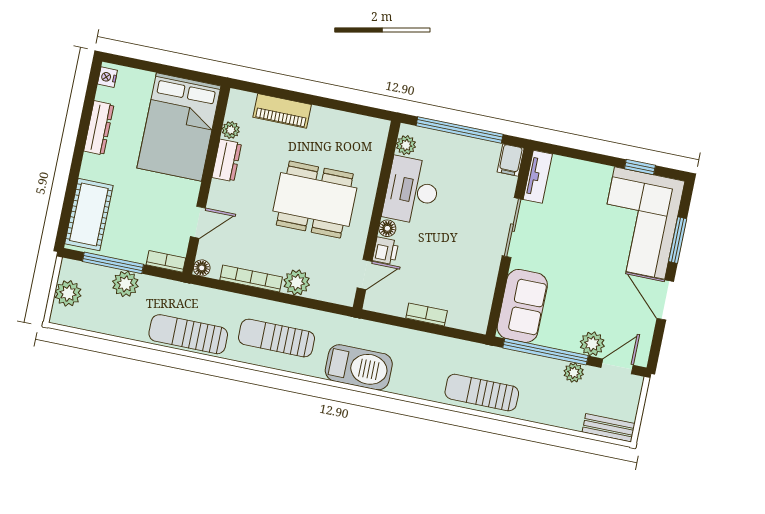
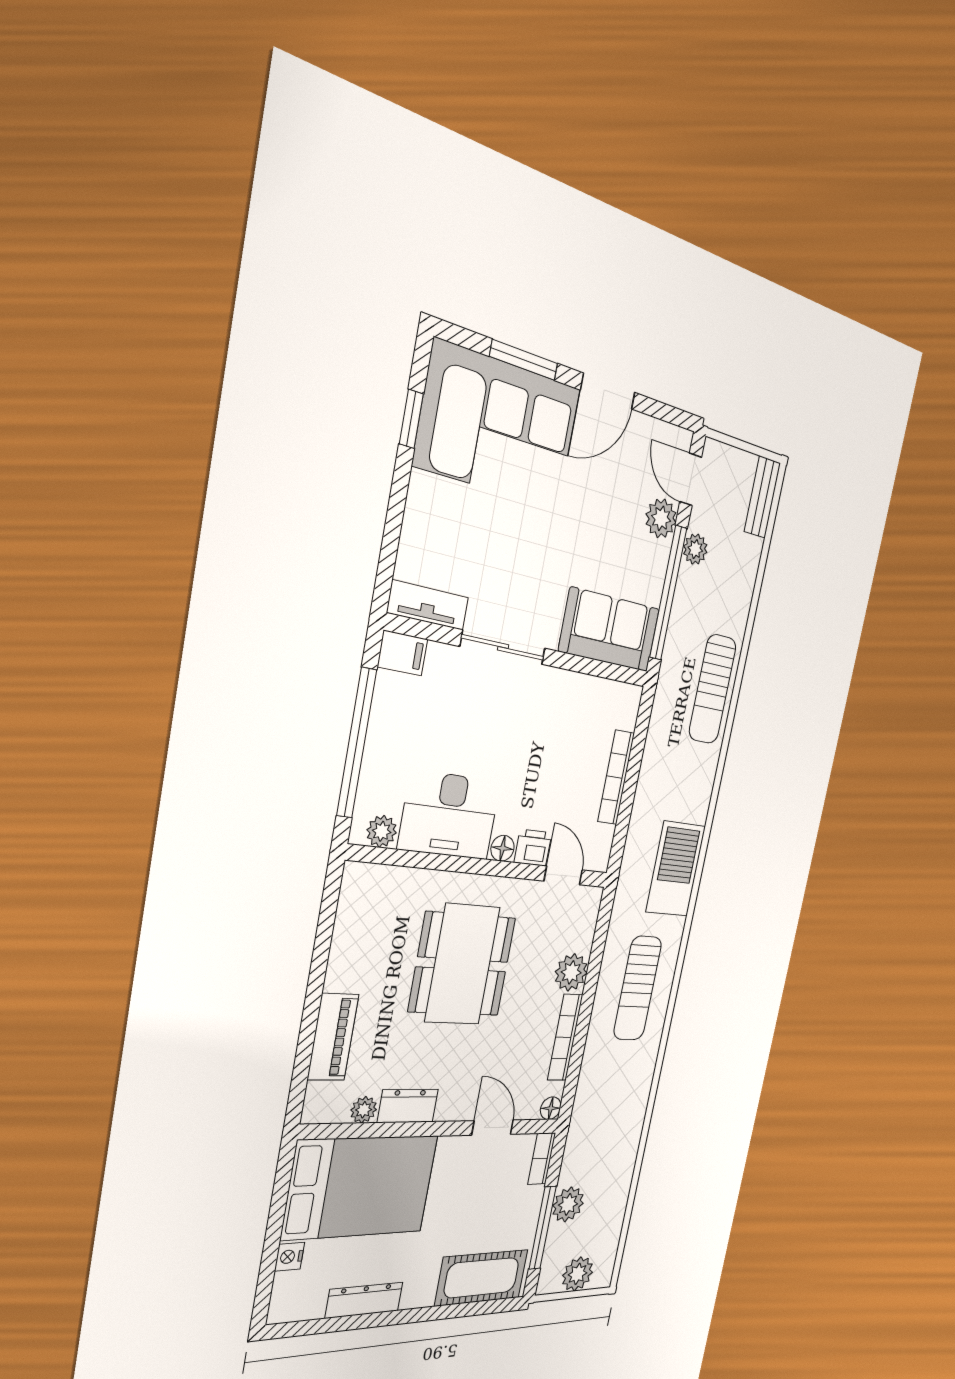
nightstand: (107, 77) -> (290, 1257), moved, turned 90
bookcase: (427, 314) -> (616, 777), width x1.56
sun lounger: (188, 334) -> (629, 1107), removed

